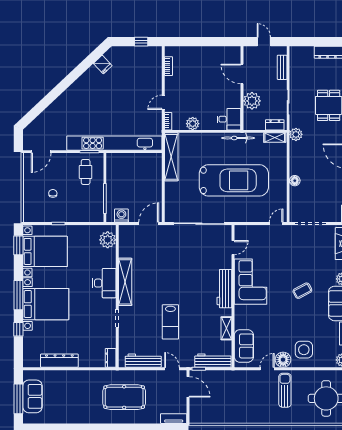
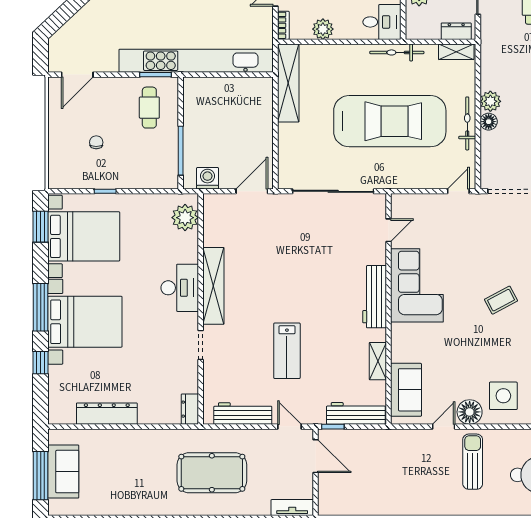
plant: (296, 134) -> (490, 101), moved
bicycle: (282, 182) -> (467, 123), added

